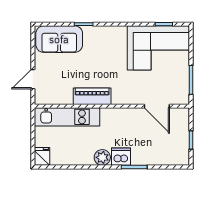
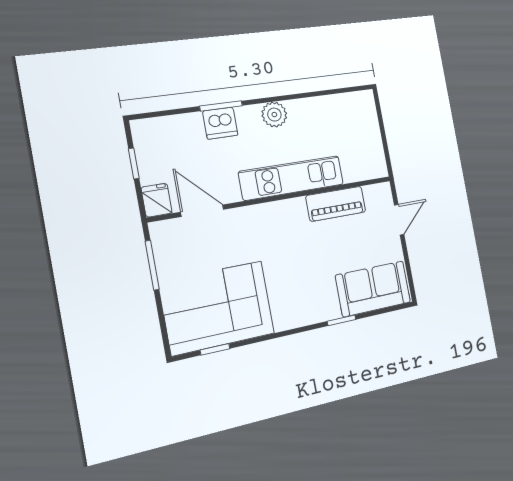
piano: (92, 96) -> (336, 204), moved
kitchen unit: (67, 117) -> (292, 178), moved
fridge: (42, 156) -> (157, 200), moved, turned 180
dishwasher: (121, 157) -> (220, 123), moved

